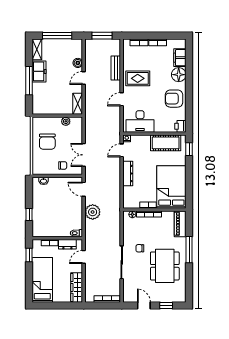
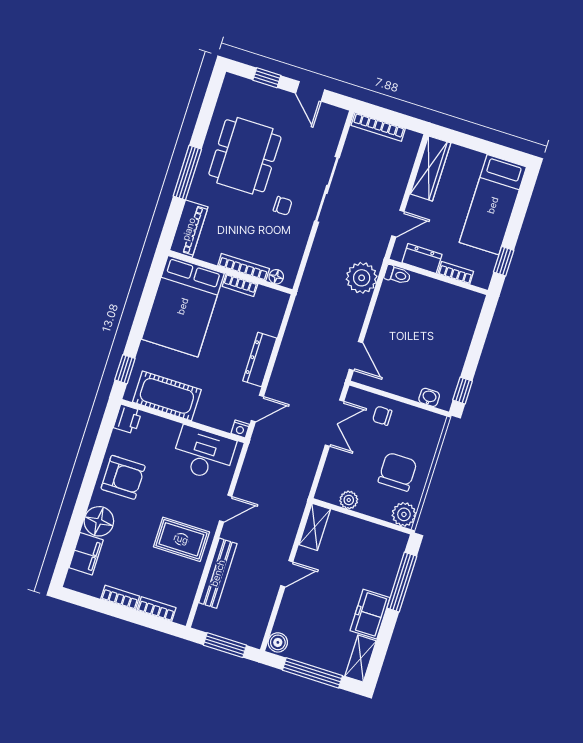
boiler: (78, 63) -> (278, 642), moved
bench: (116, 68) -> (218, 573), width x1.36
window: (29, 81) -> (402, 582), moved
plant: (38, 123) -> (404, 514), added
plant: (93, 212) -> (362, 278), moved
window: (29, 214) -> (463, 391), moved

